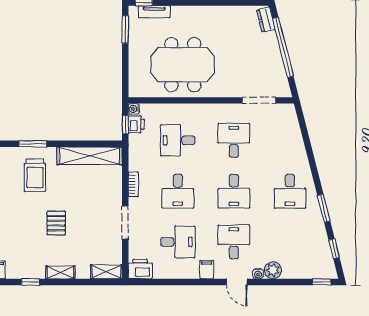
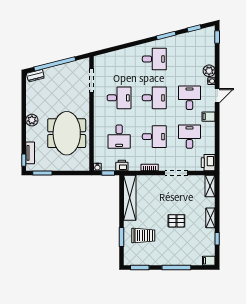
plant: (202, 14) -> (32, 120), added
printer: (136, 124) -> (122, 165), moved
desk: (234, 140) -> (119, 98), turned 180
desk: (234, 242) -> (189, 98), turned 90

